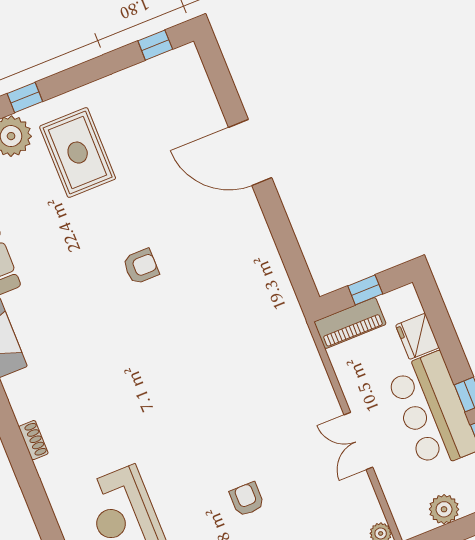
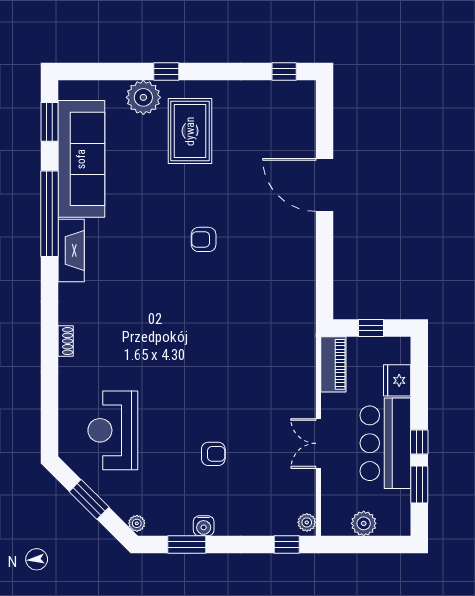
armchair: (141, 266) -> (204, 239), turned 180
piano: (350, 323) -> (333, 364), moved, turned -90
armchair: (247, 499) -> (213, 454), turned 90

